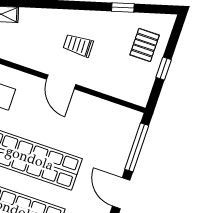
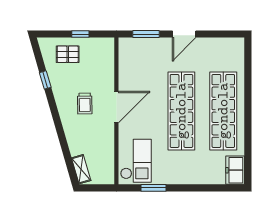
door: (61, 82) -> (116, 107), width x1.36
window: (137, 147) -> (146, 34), width x0.69

